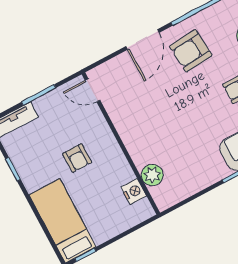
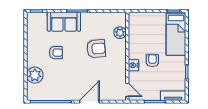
armchair: (191, 51) -> (96, 49), moved
nightstand: (134, 192) -> (133, 65), moved

